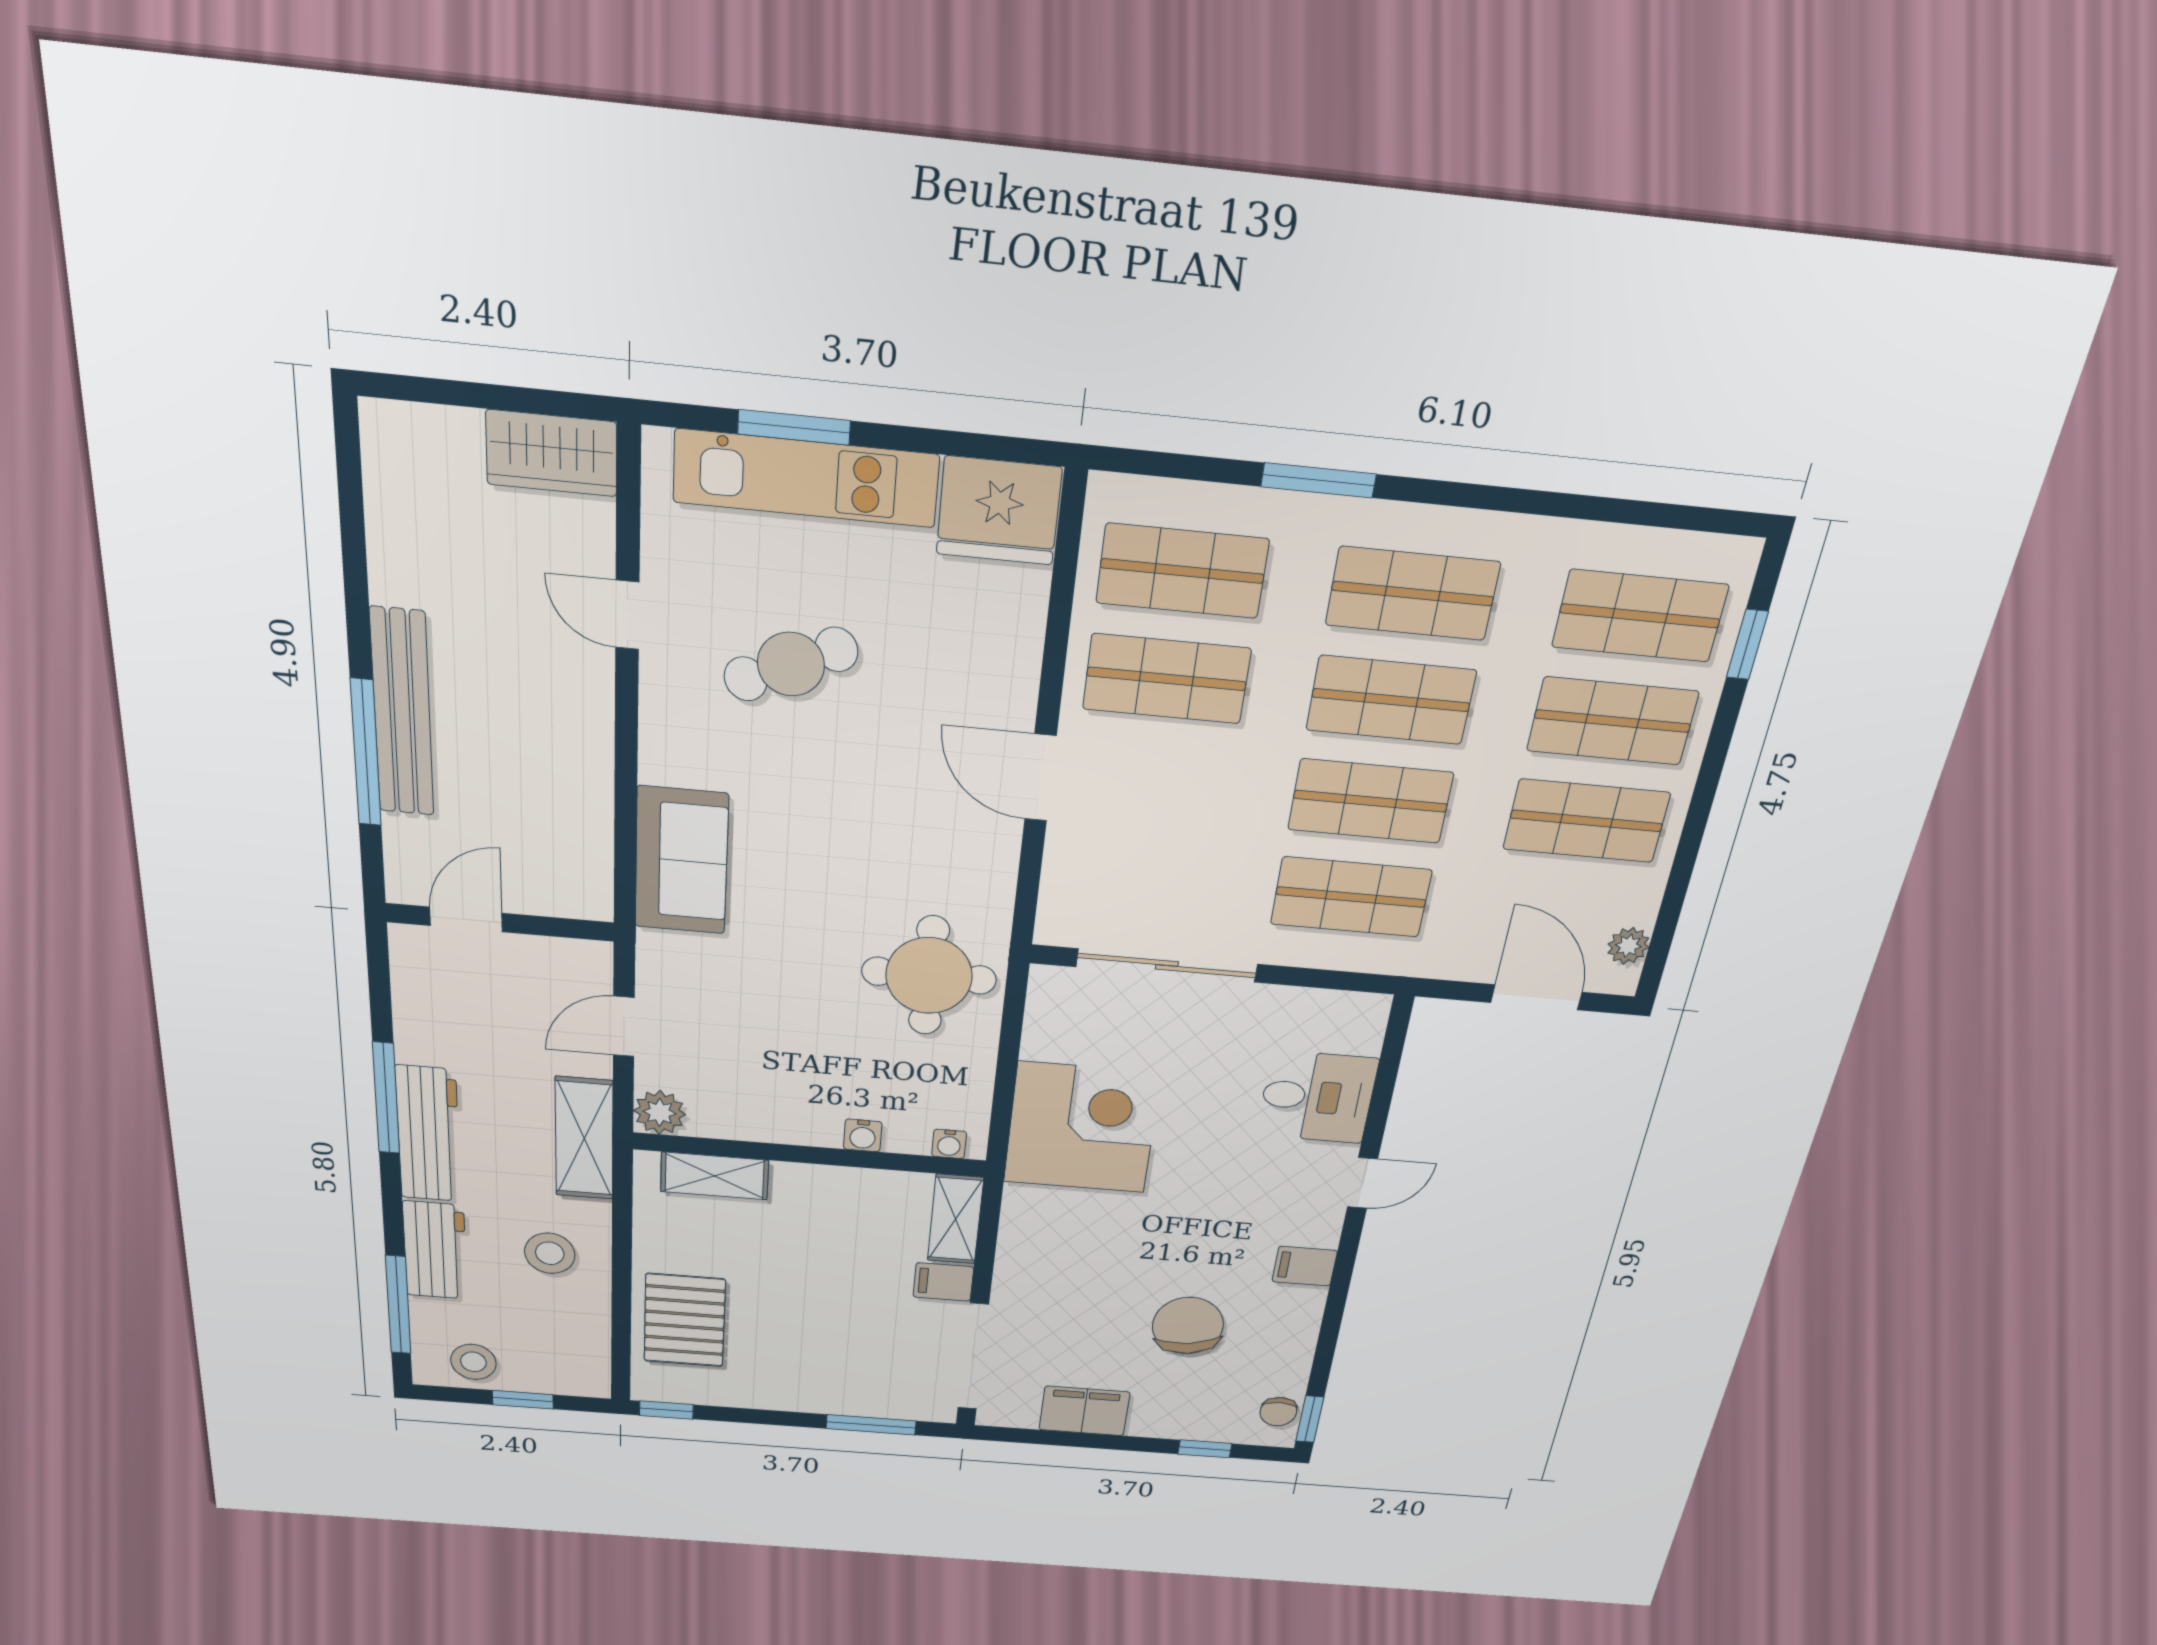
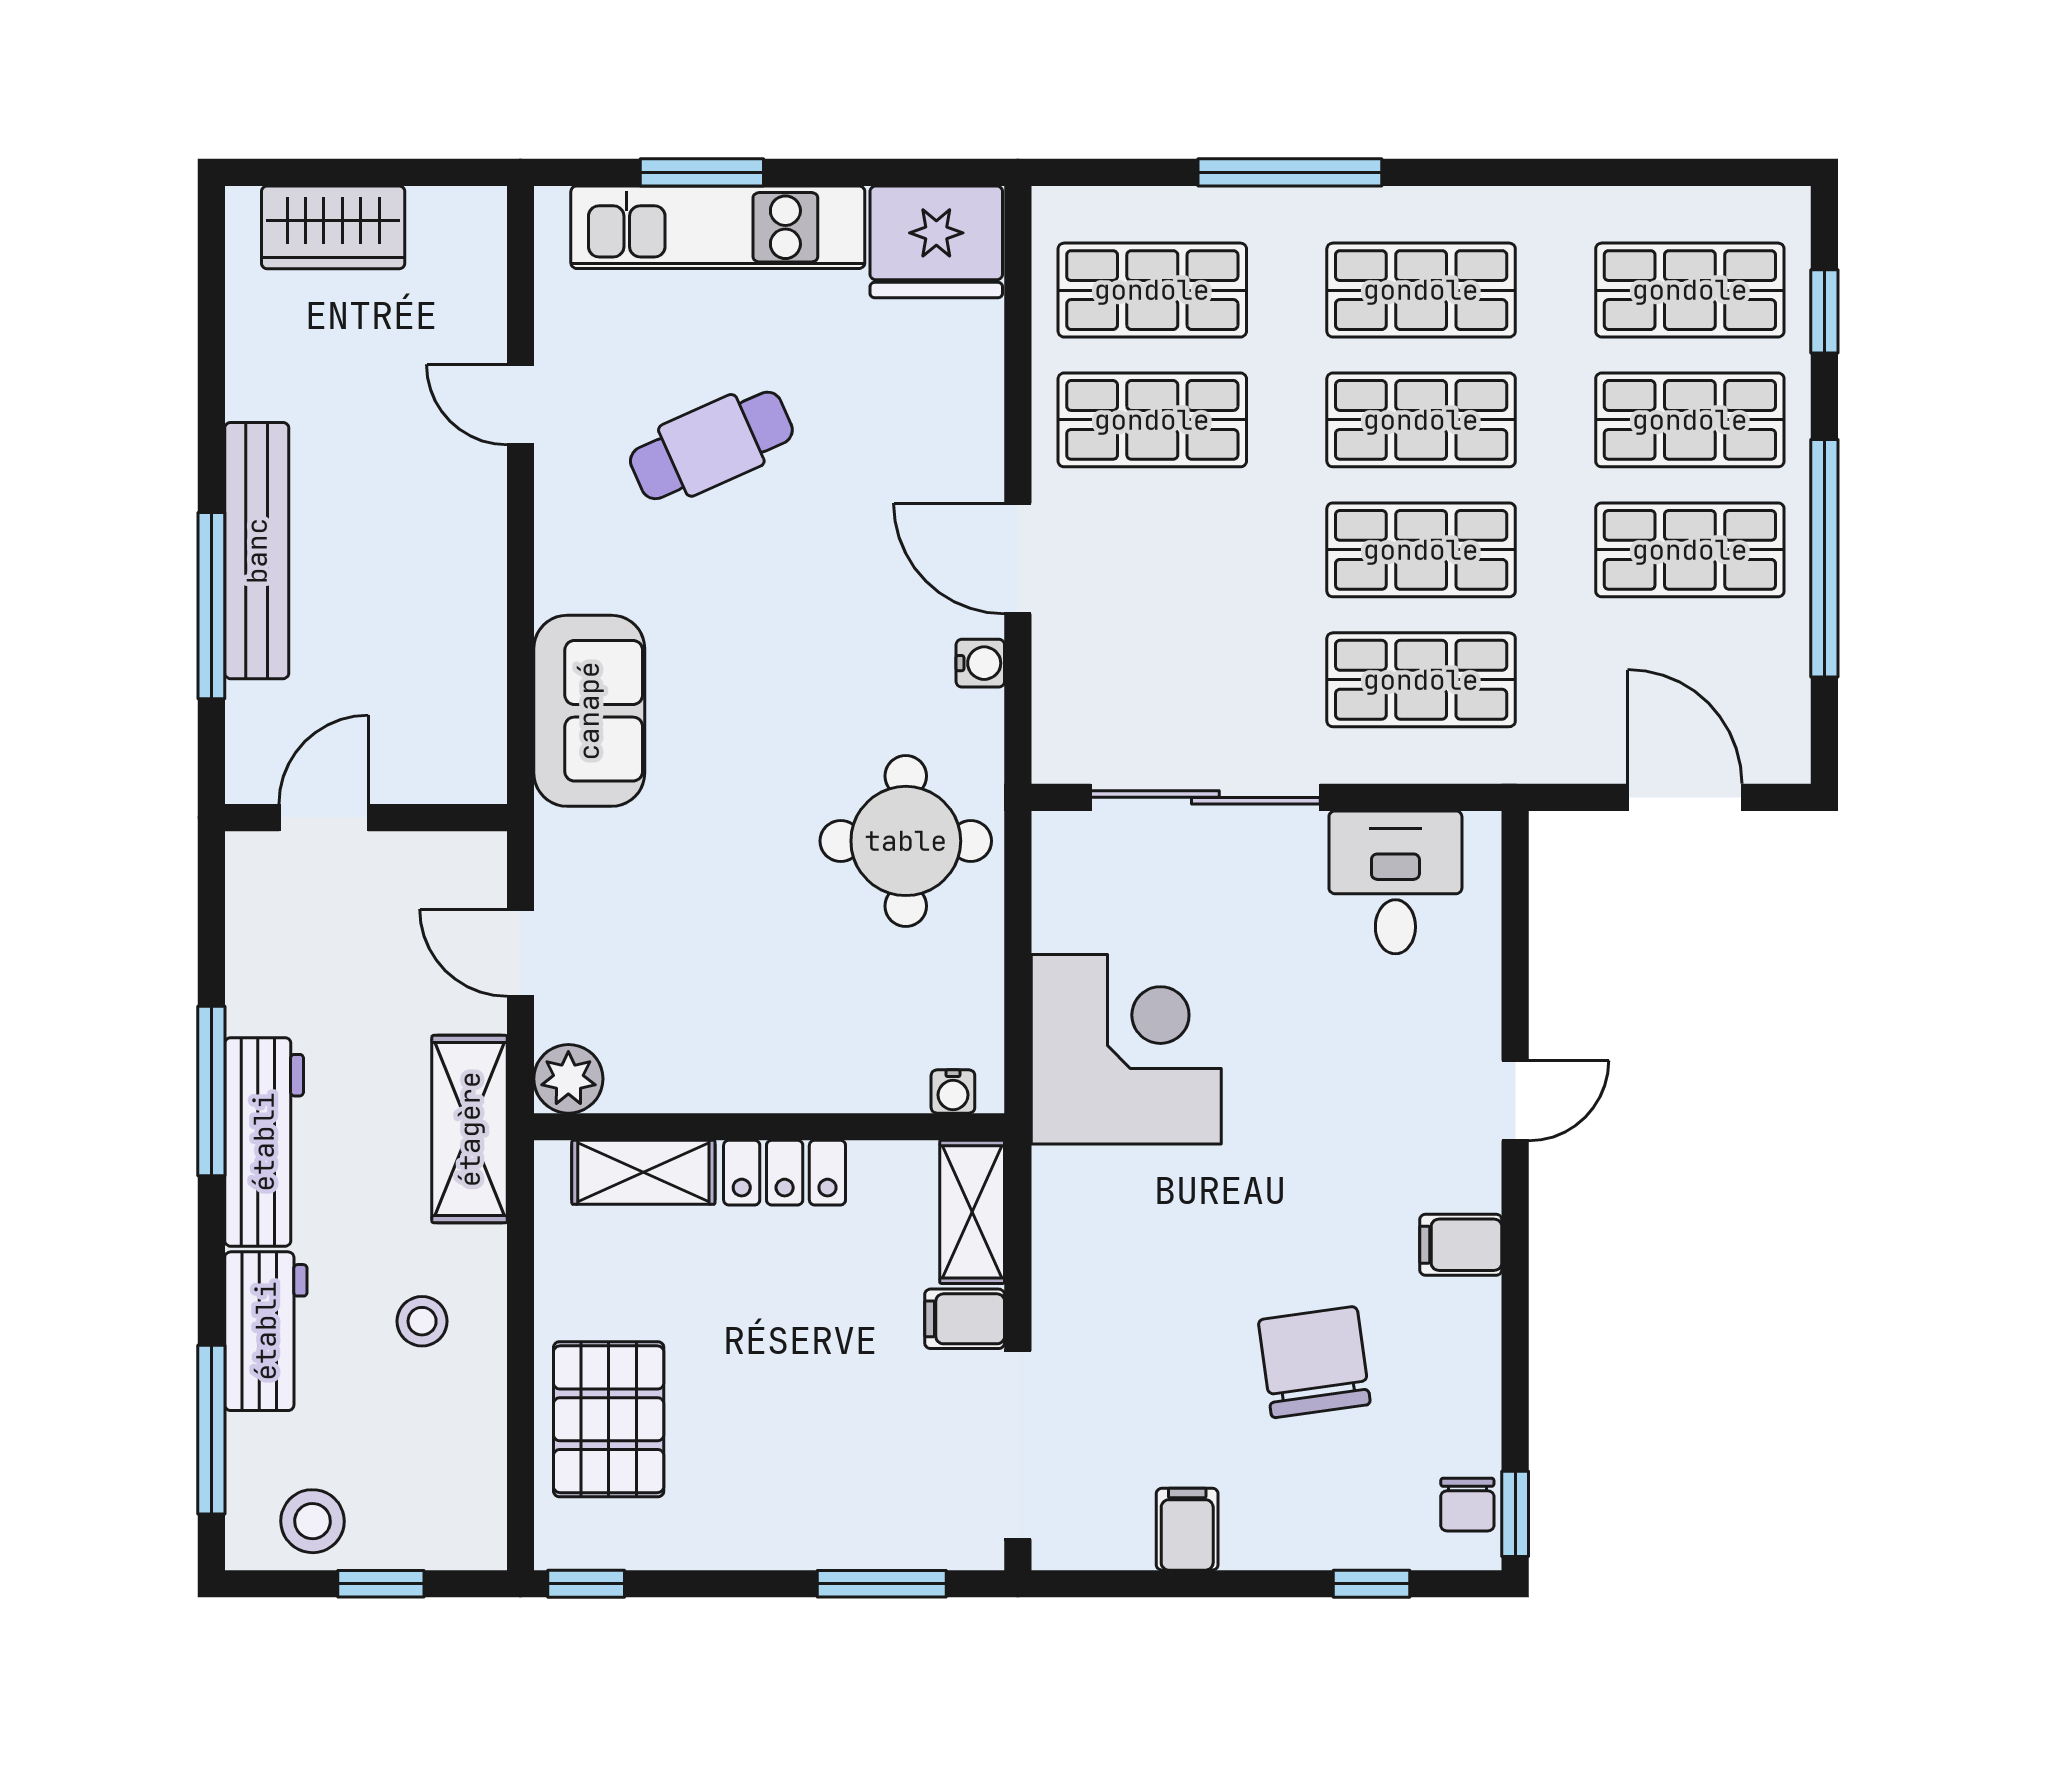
wardrobe: (552, 453) -> (333, 227), moved
window: (1318, 480) -> (1290, 172), width x1.44
window: (1692, 837) -> (1824, 558), added
plant: (1628, 946) -> (1784, 713), removed
door: (624, 1026) -> (521, 953), hinge flipped
desk: (1317, 1097) -> (1395, 882), moved, turned -90
water cooler: (863, 1135) -> (980, 663), moved, turned -90
locker: (820, 1184) -> (785, 1173), added
stool: (550, 1253) -> (422, 1321), width x0.73, depth x0.73
filing cabinet: (1084, 1411) -> (1187, 1529), width x0.50

